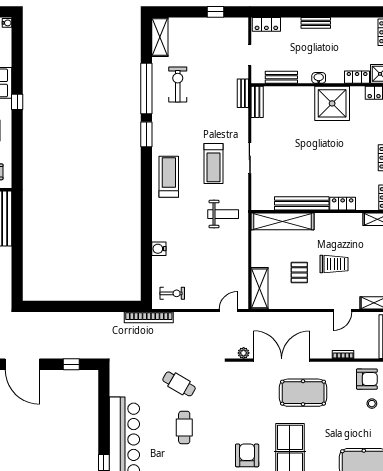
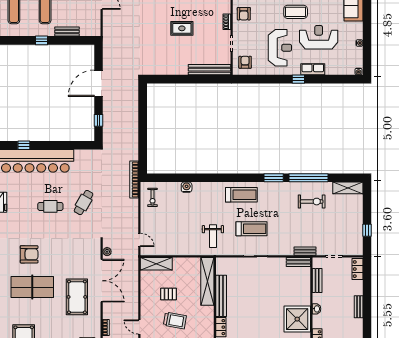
treadmill: (214, 163) -> (251, 229), turned 180
trolley: (334, 264) -> (175, 321), turned -80

